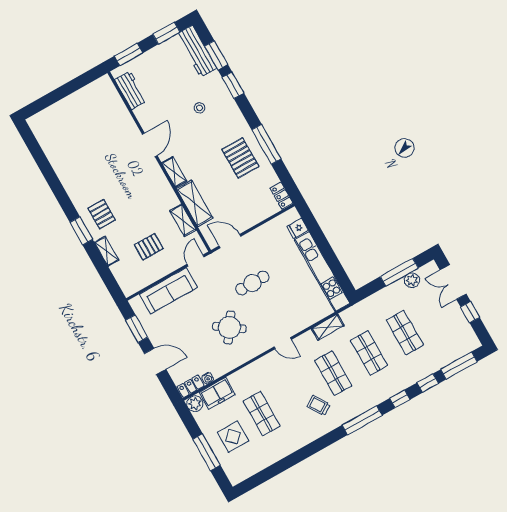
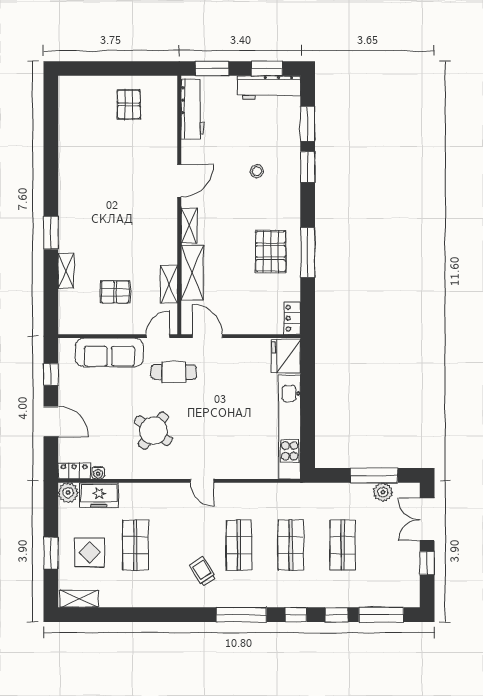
workbench: (196, 51) -> (269, 88), moved, turned -90
workbench: (131, 90) -> (192, 109), width x1.38
pallet: (102, 214) -> (129, 105), moved
fridge: (298, 228) -> (286, 356), width x1.88, depth x1.34
cafe table: (252, 283) -> (174, 372), moved
shelving: (328, 327) -> (79, 599), moved
window: (137, 329) -> (51, 374), width x0.67
window: (207, 452) -> (51, 553), width x0.69

